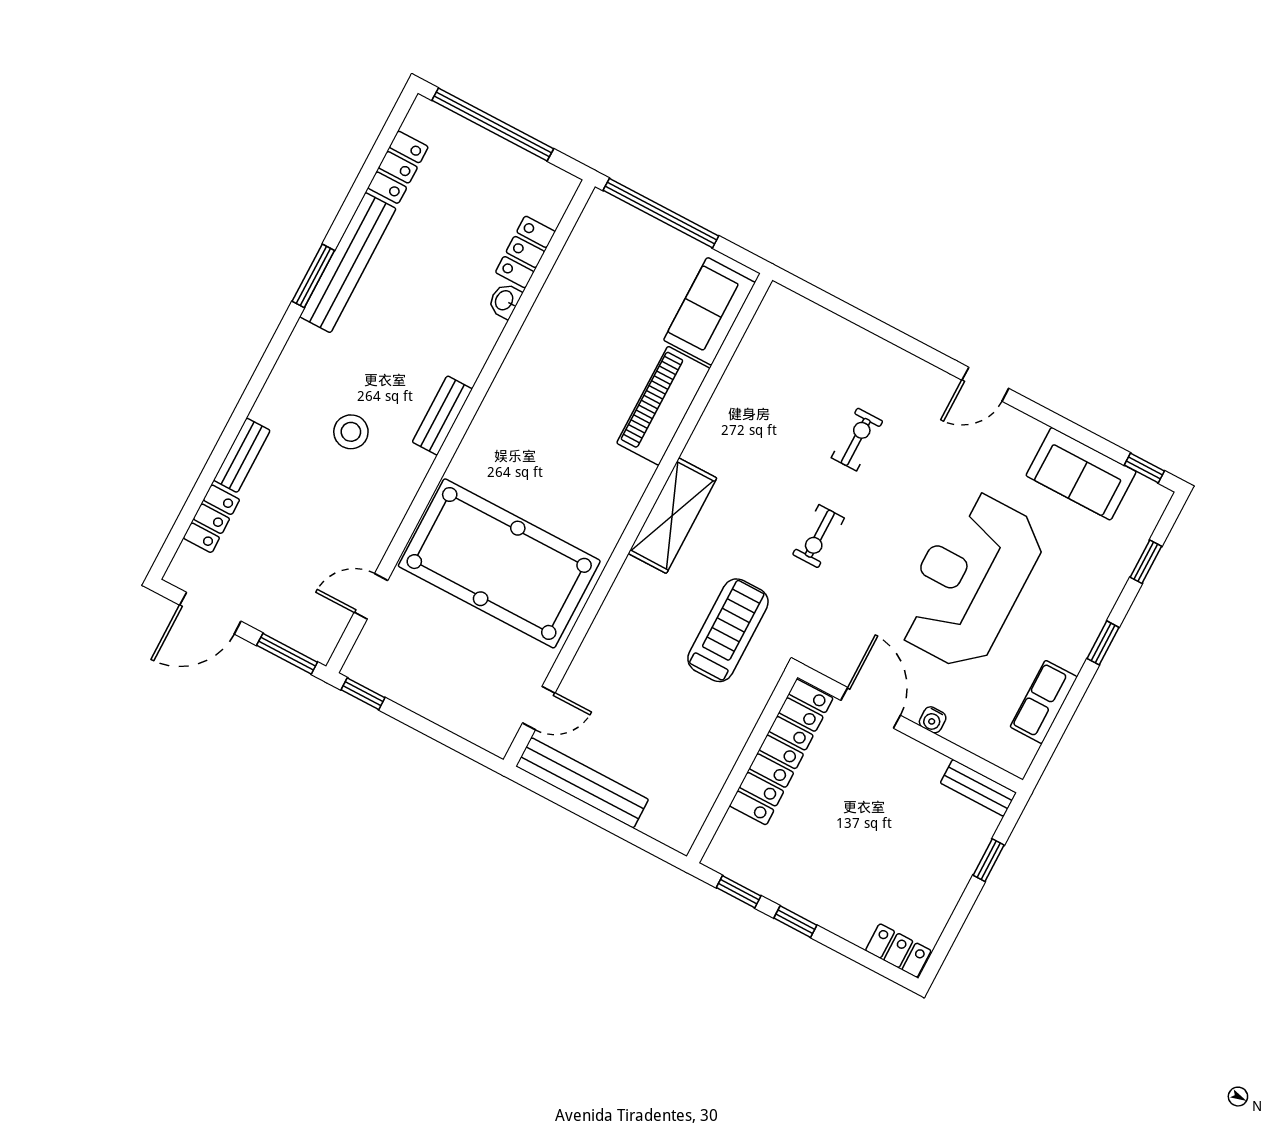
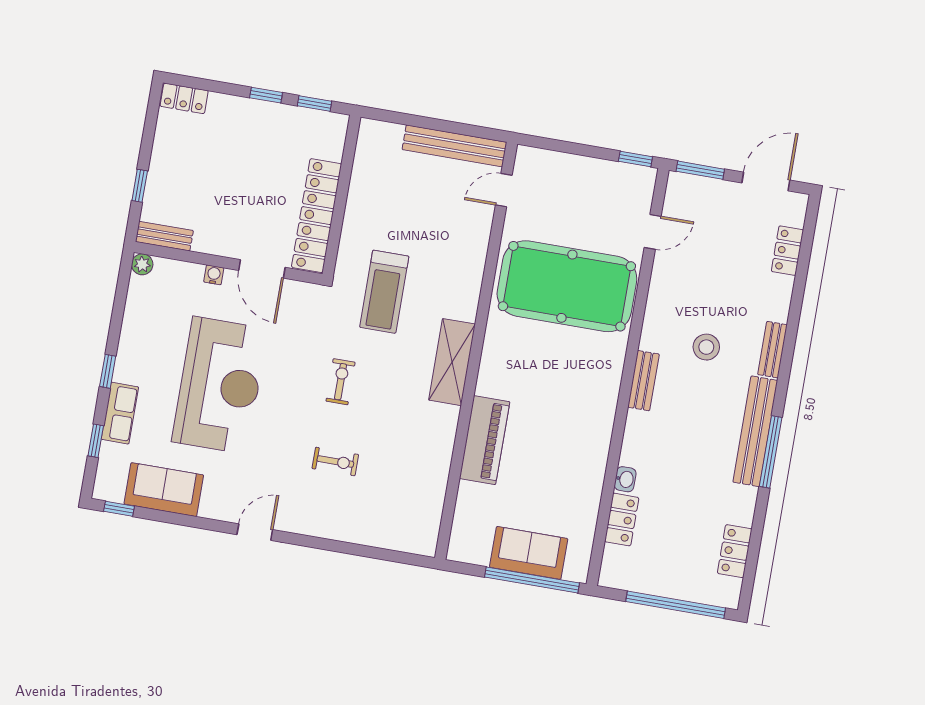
bench: (348, 263) -> (755, 431), moved
window: (313, 276) -> (771, 452), width x1.44
sofa: (709, 311) -> (529, 553), moved, turned -90
exercise bike: (857, 439) -> (335, 461), turned -90
bench: (242, 455) -> (772, 350), moved
row of seats: (1044, 702) -> (120, 413), moved
plant: (1017, 762) -> (142, 264), added

